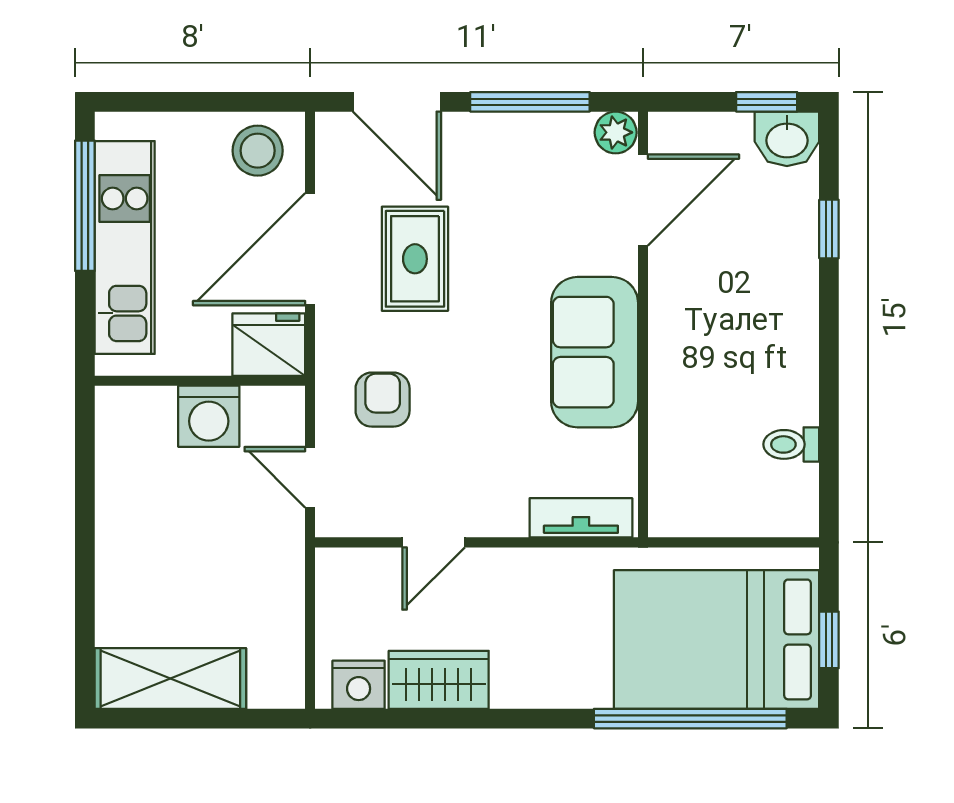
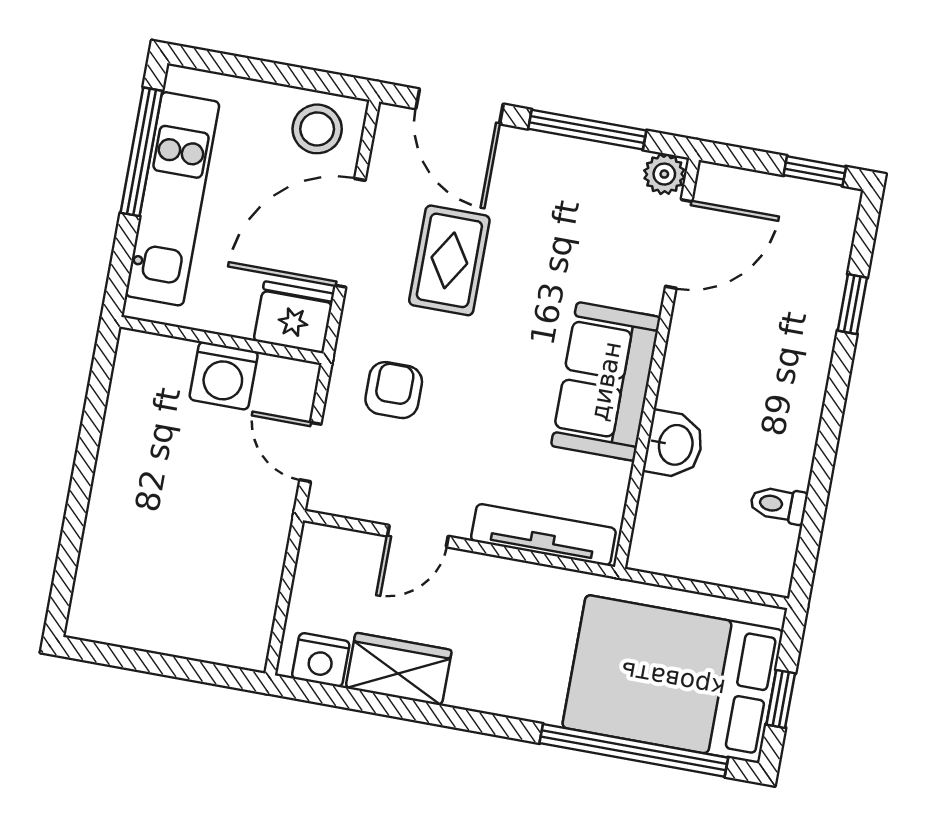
washbasin: (787, 139) -> (674, 445), moved, turned -90
tv unit: (581, 518) -> (543, 535), width x1.41
shelving: (170, 679) -> (141, 621), removed

